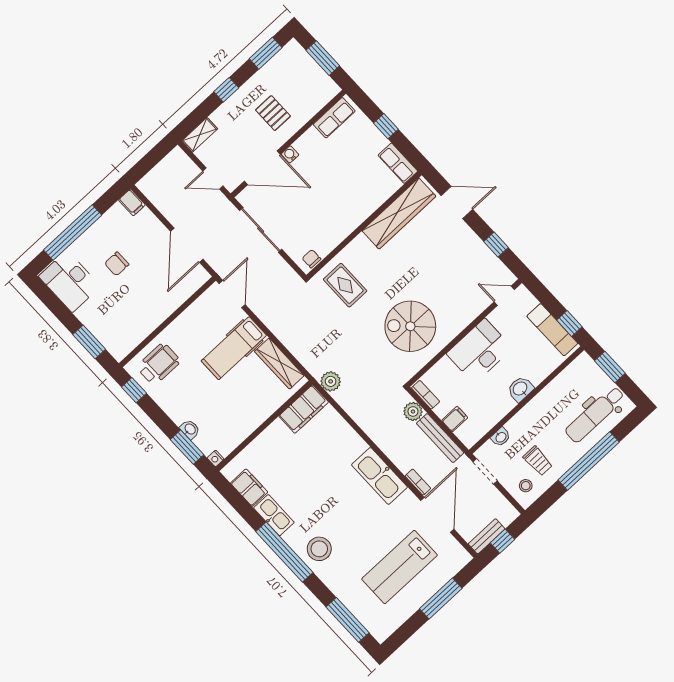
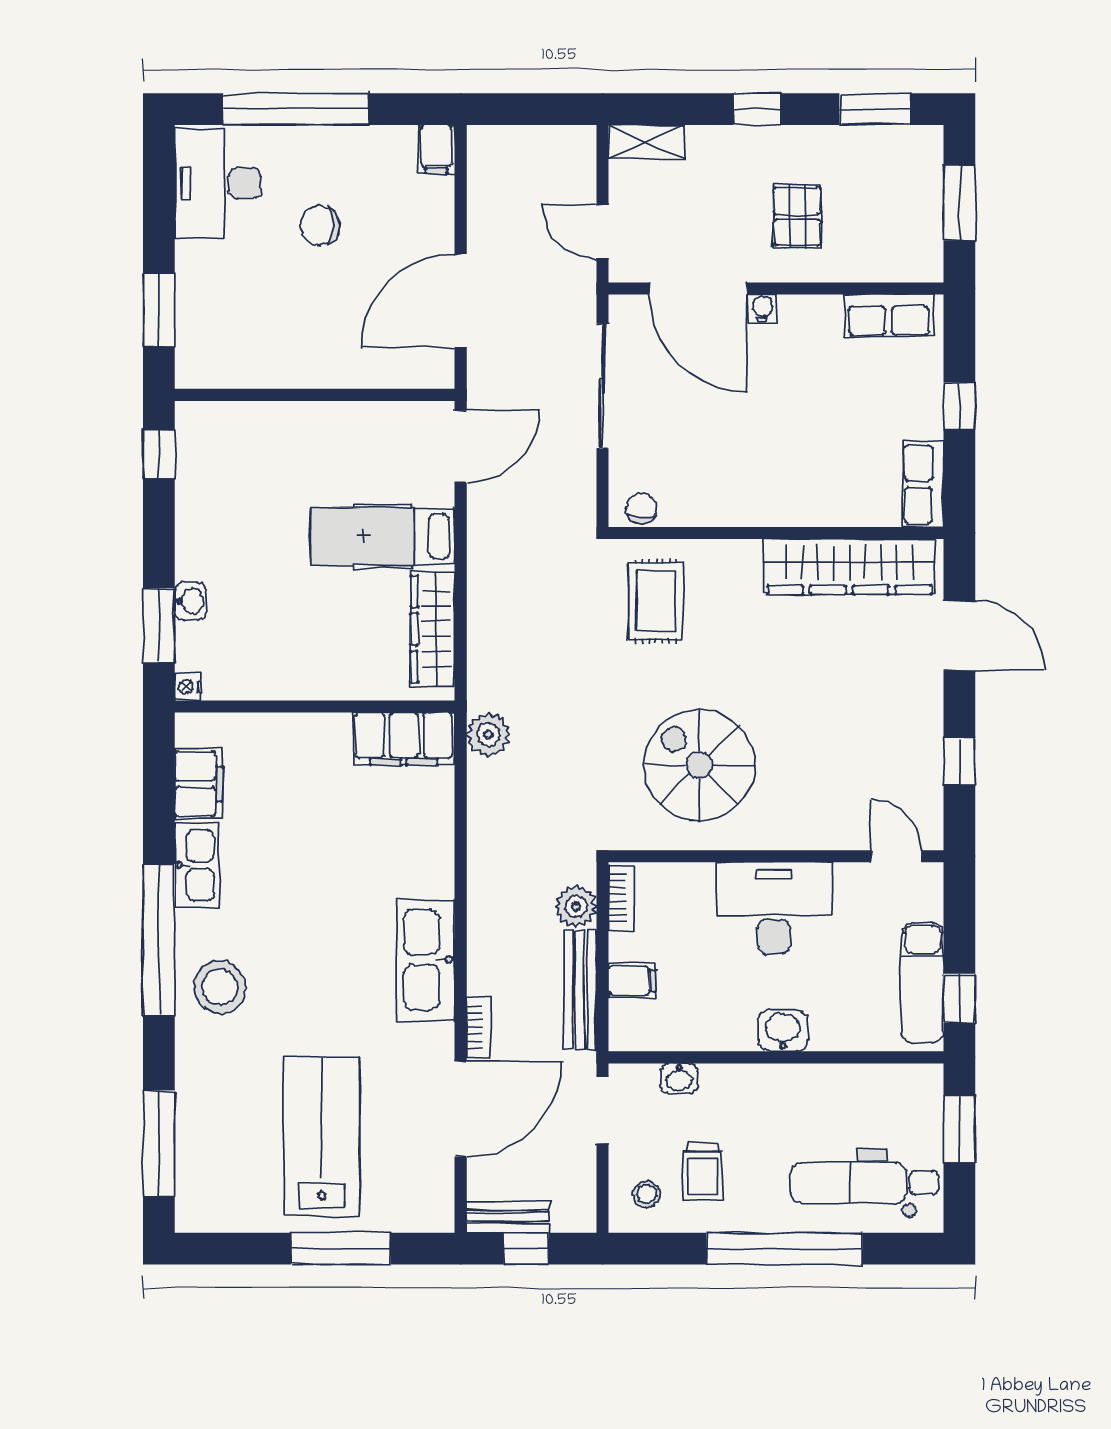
wheelchair: (159, 364) -> (238, 449), removed
lab bench: (400, 567) -> (322, 1136), turned 90

